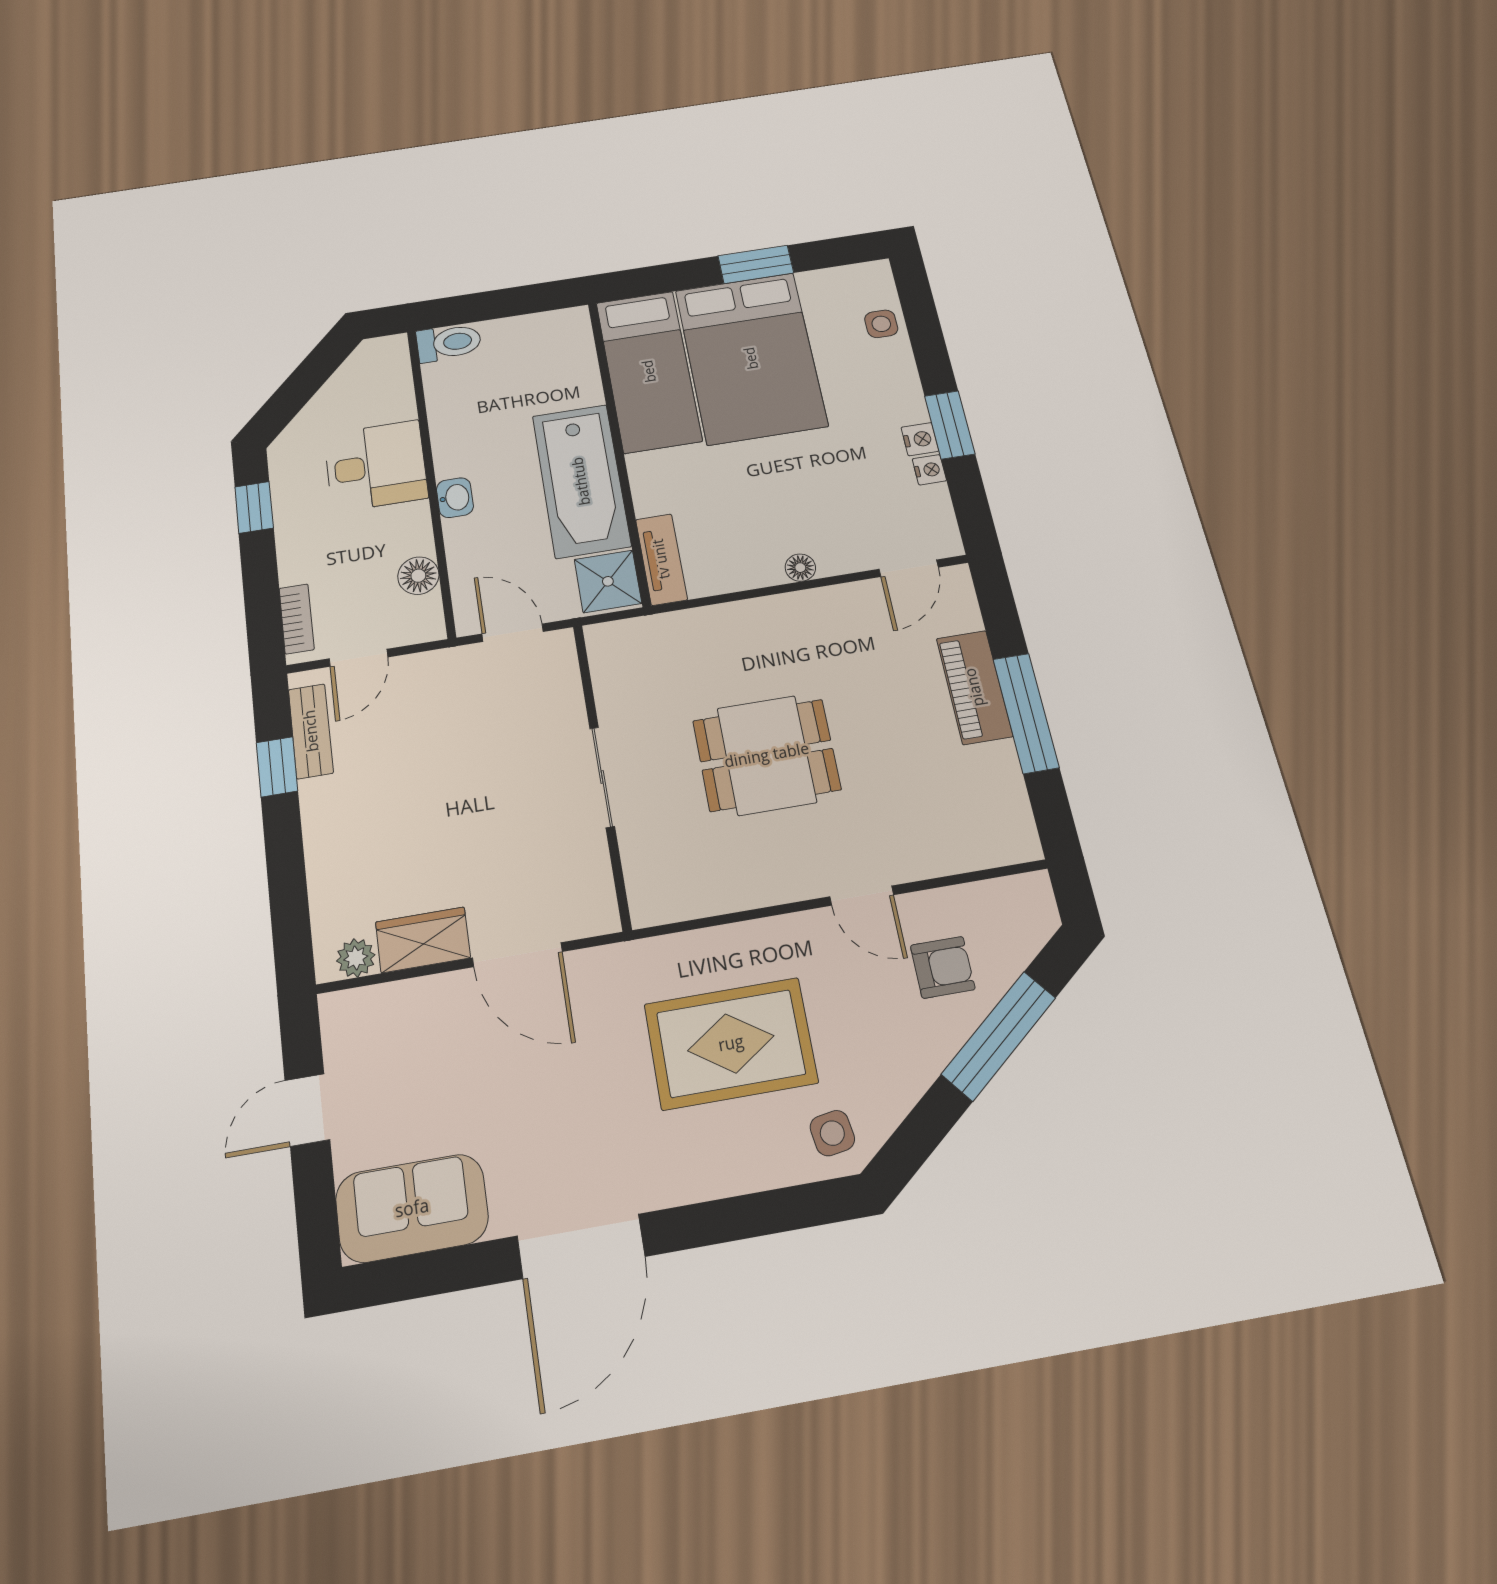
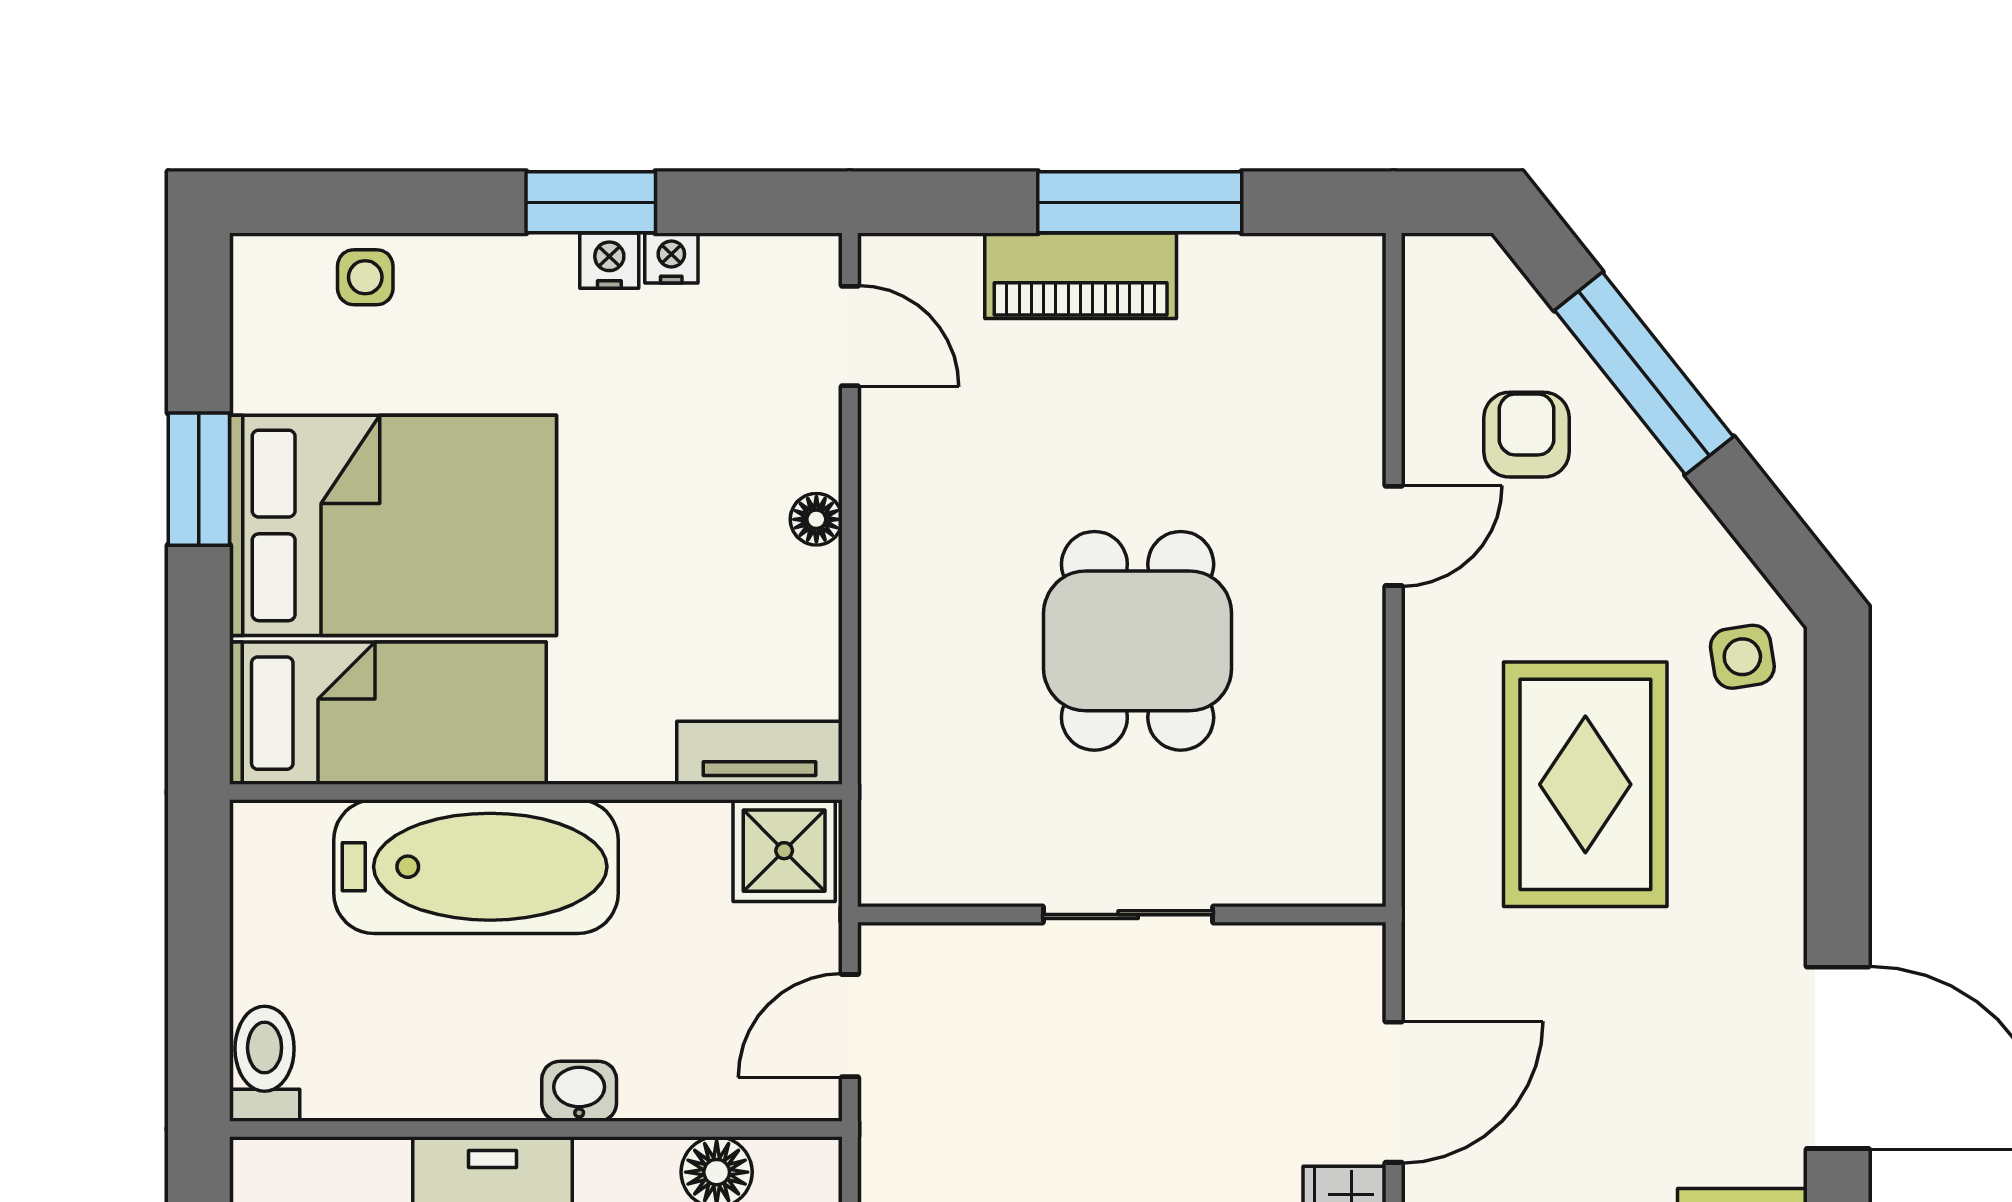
bathtub: (581, 481) -> (476, 867), moved

